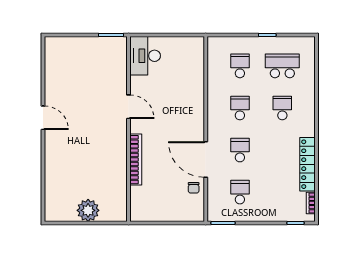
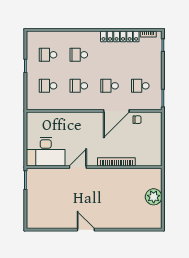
desk: (145, 56) -> (46, 152), width x1.36, depth x1.30
school desk: (282, 66) -> (48, 55), width x0.54
door: (43, 118) -> (86, 230), hinge flipped

